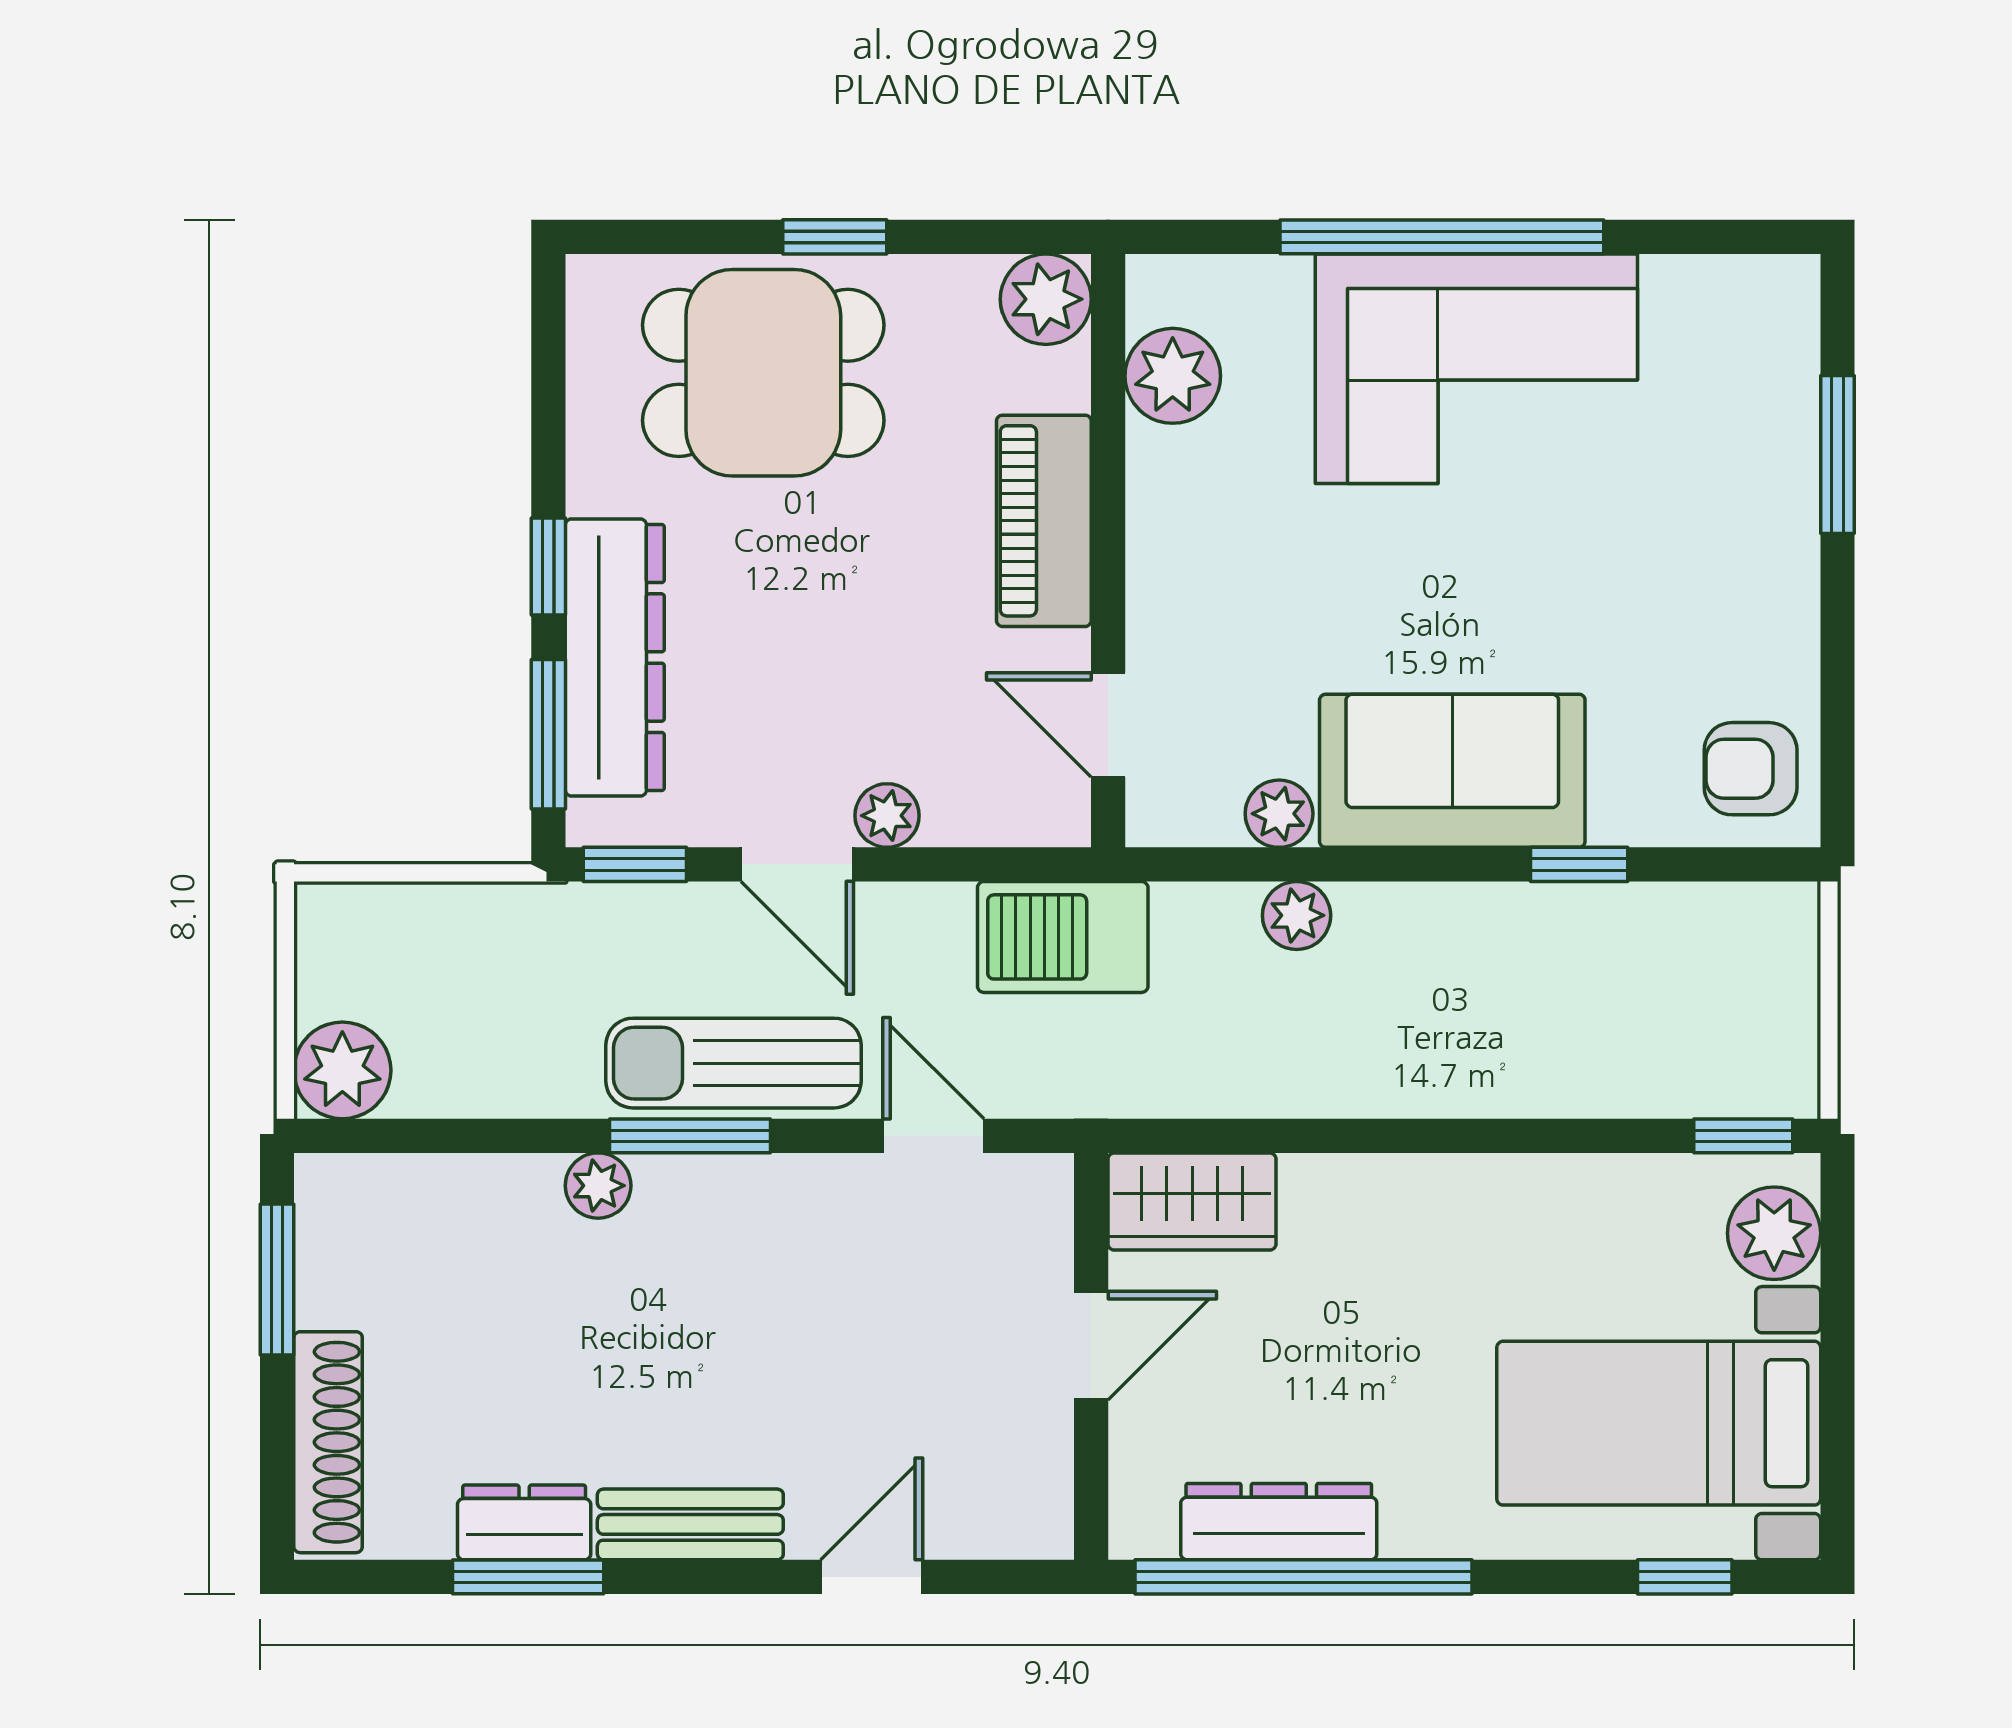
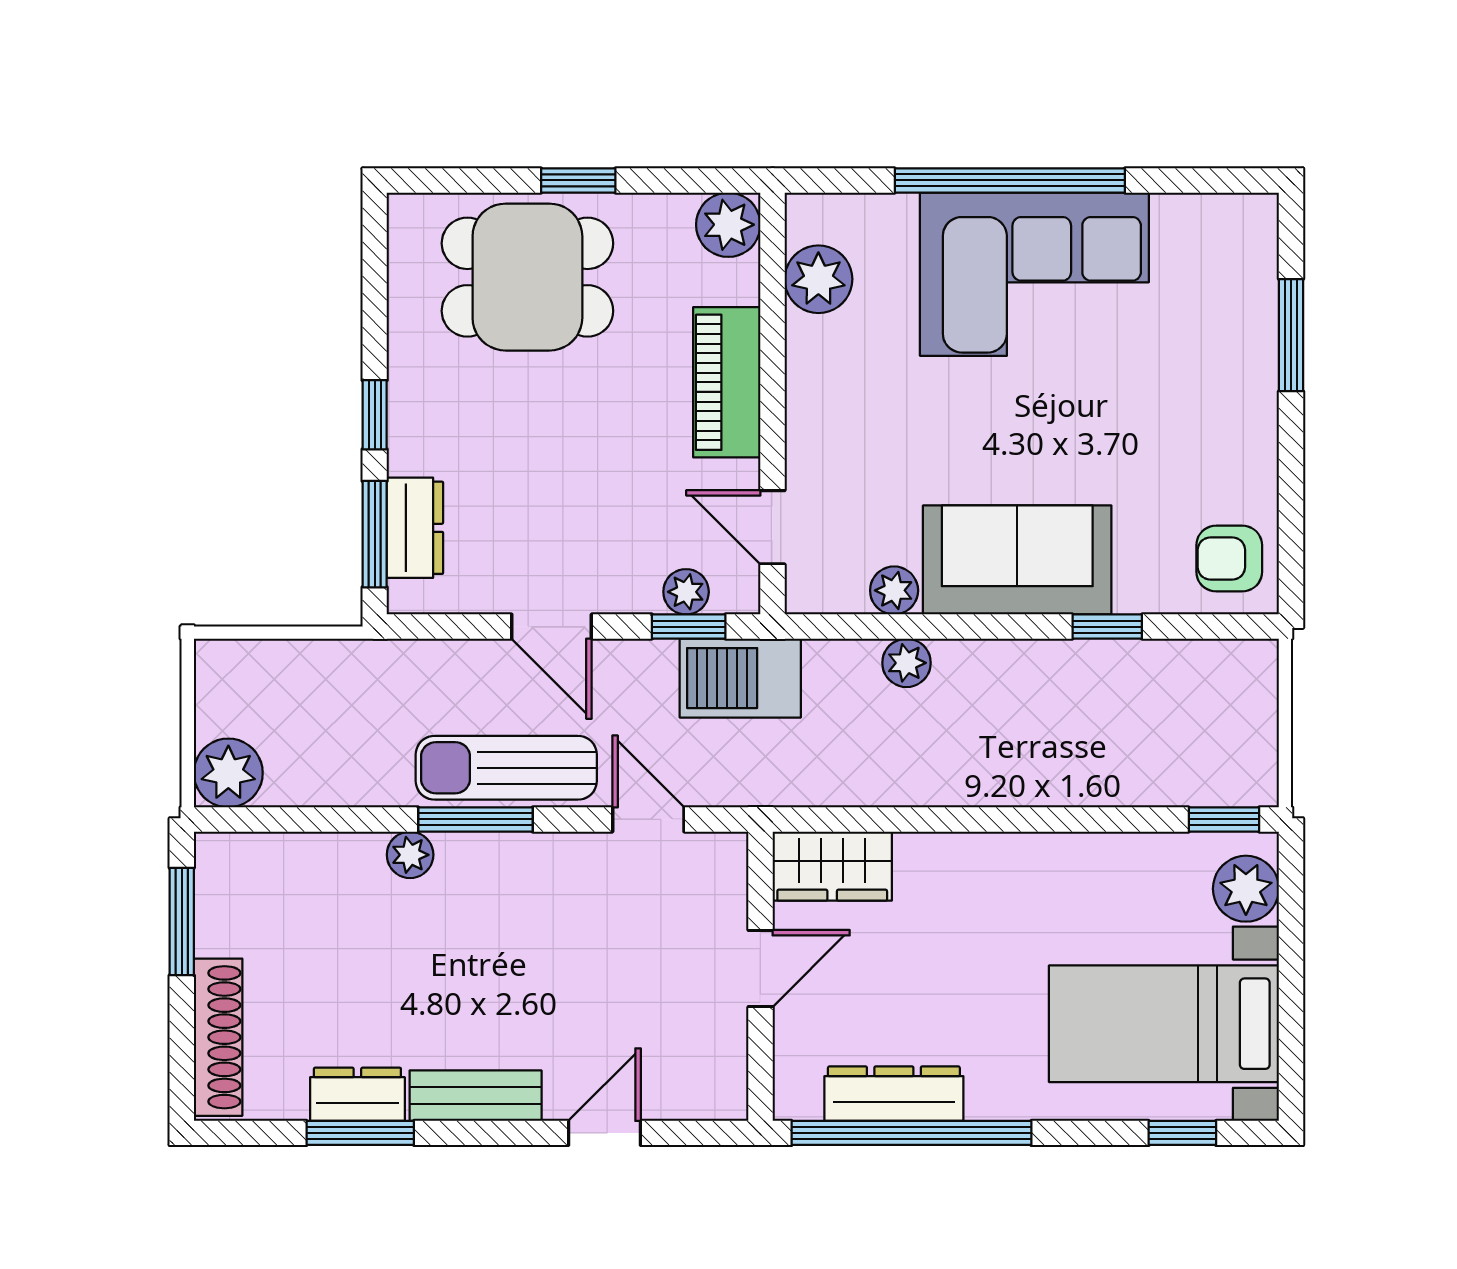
dresser: (615, 658) -> (415, 528), width x0.51, depth x0.80
plant: (887, 816) -> (686, 592), moved
window: (635, 864) -> (689, 627), moved

